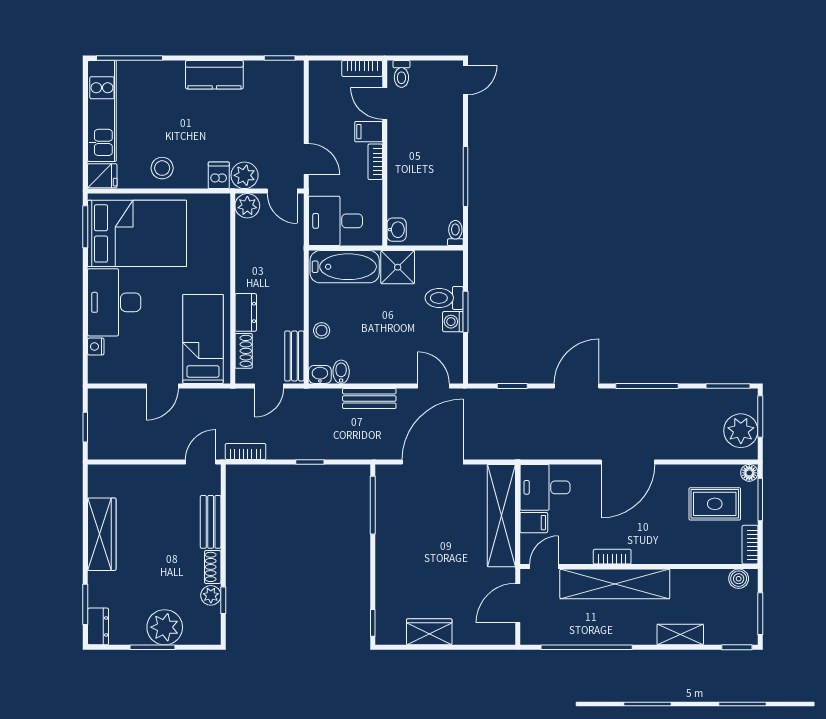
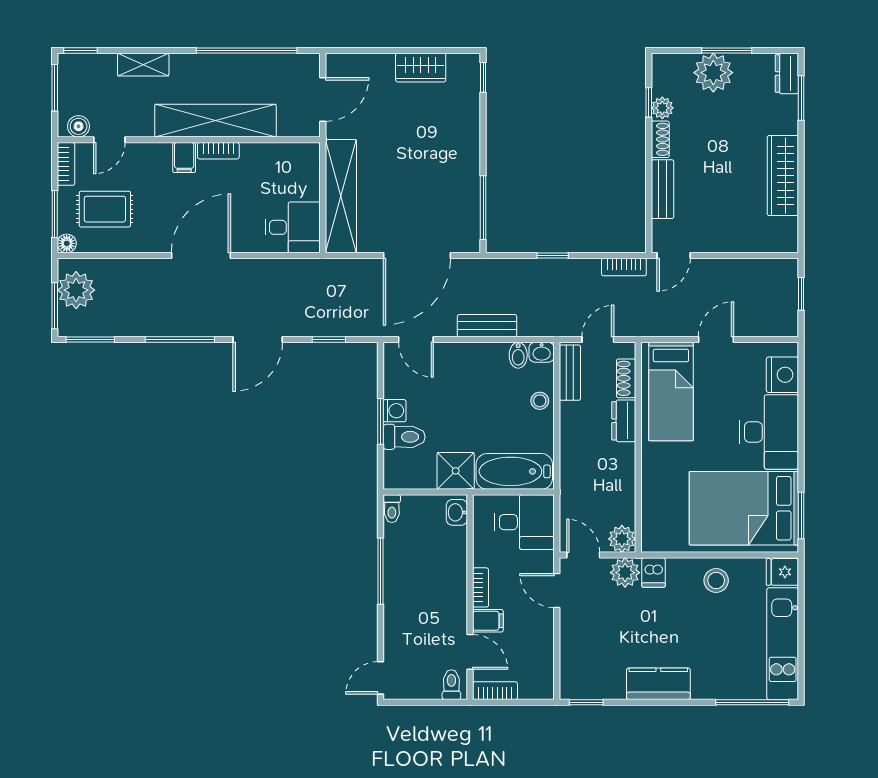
nightstand: (96, 346) -> (782, 375), width x1.89, depth x1.79
filing cabinet: (534, 523) -> (184, 158), moved, turned -90
door: (544, 567) -> (109, 140), moved

